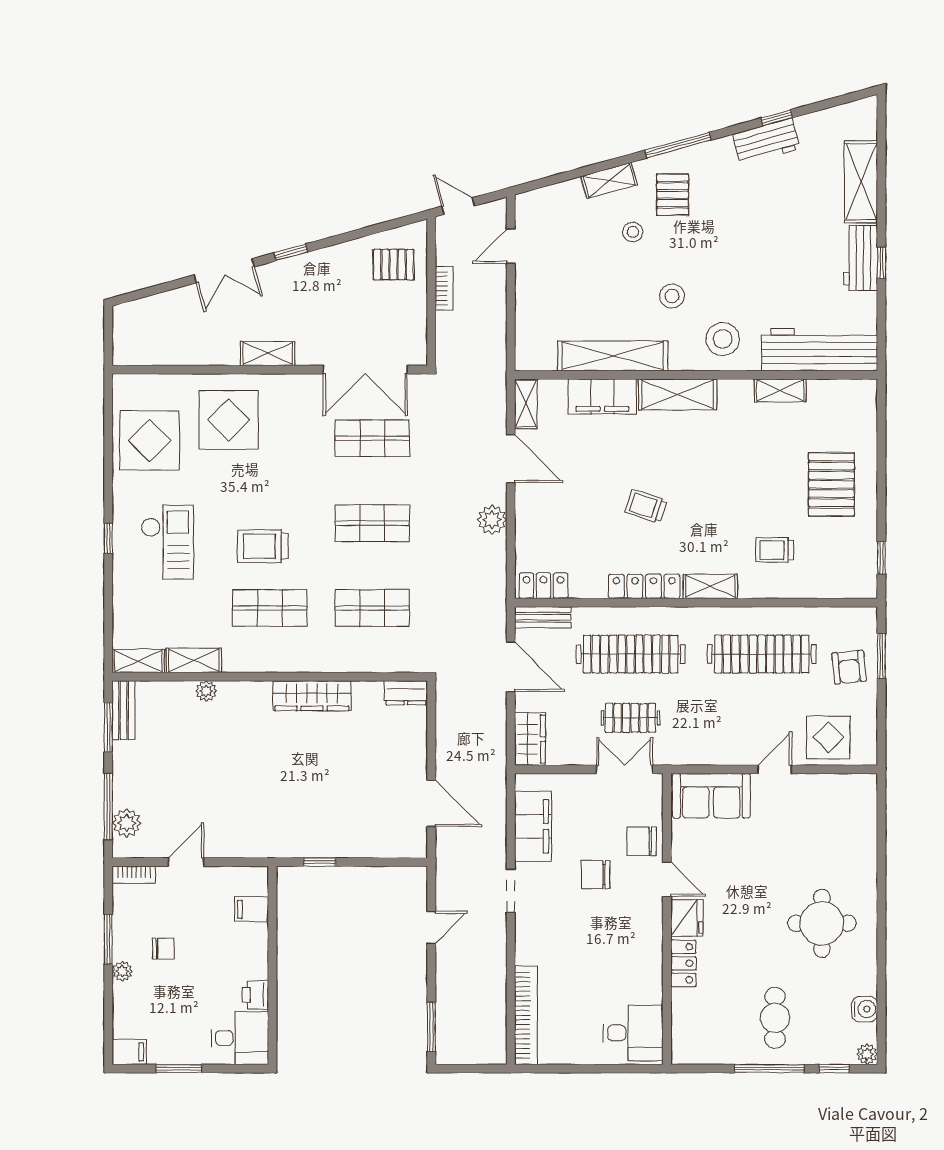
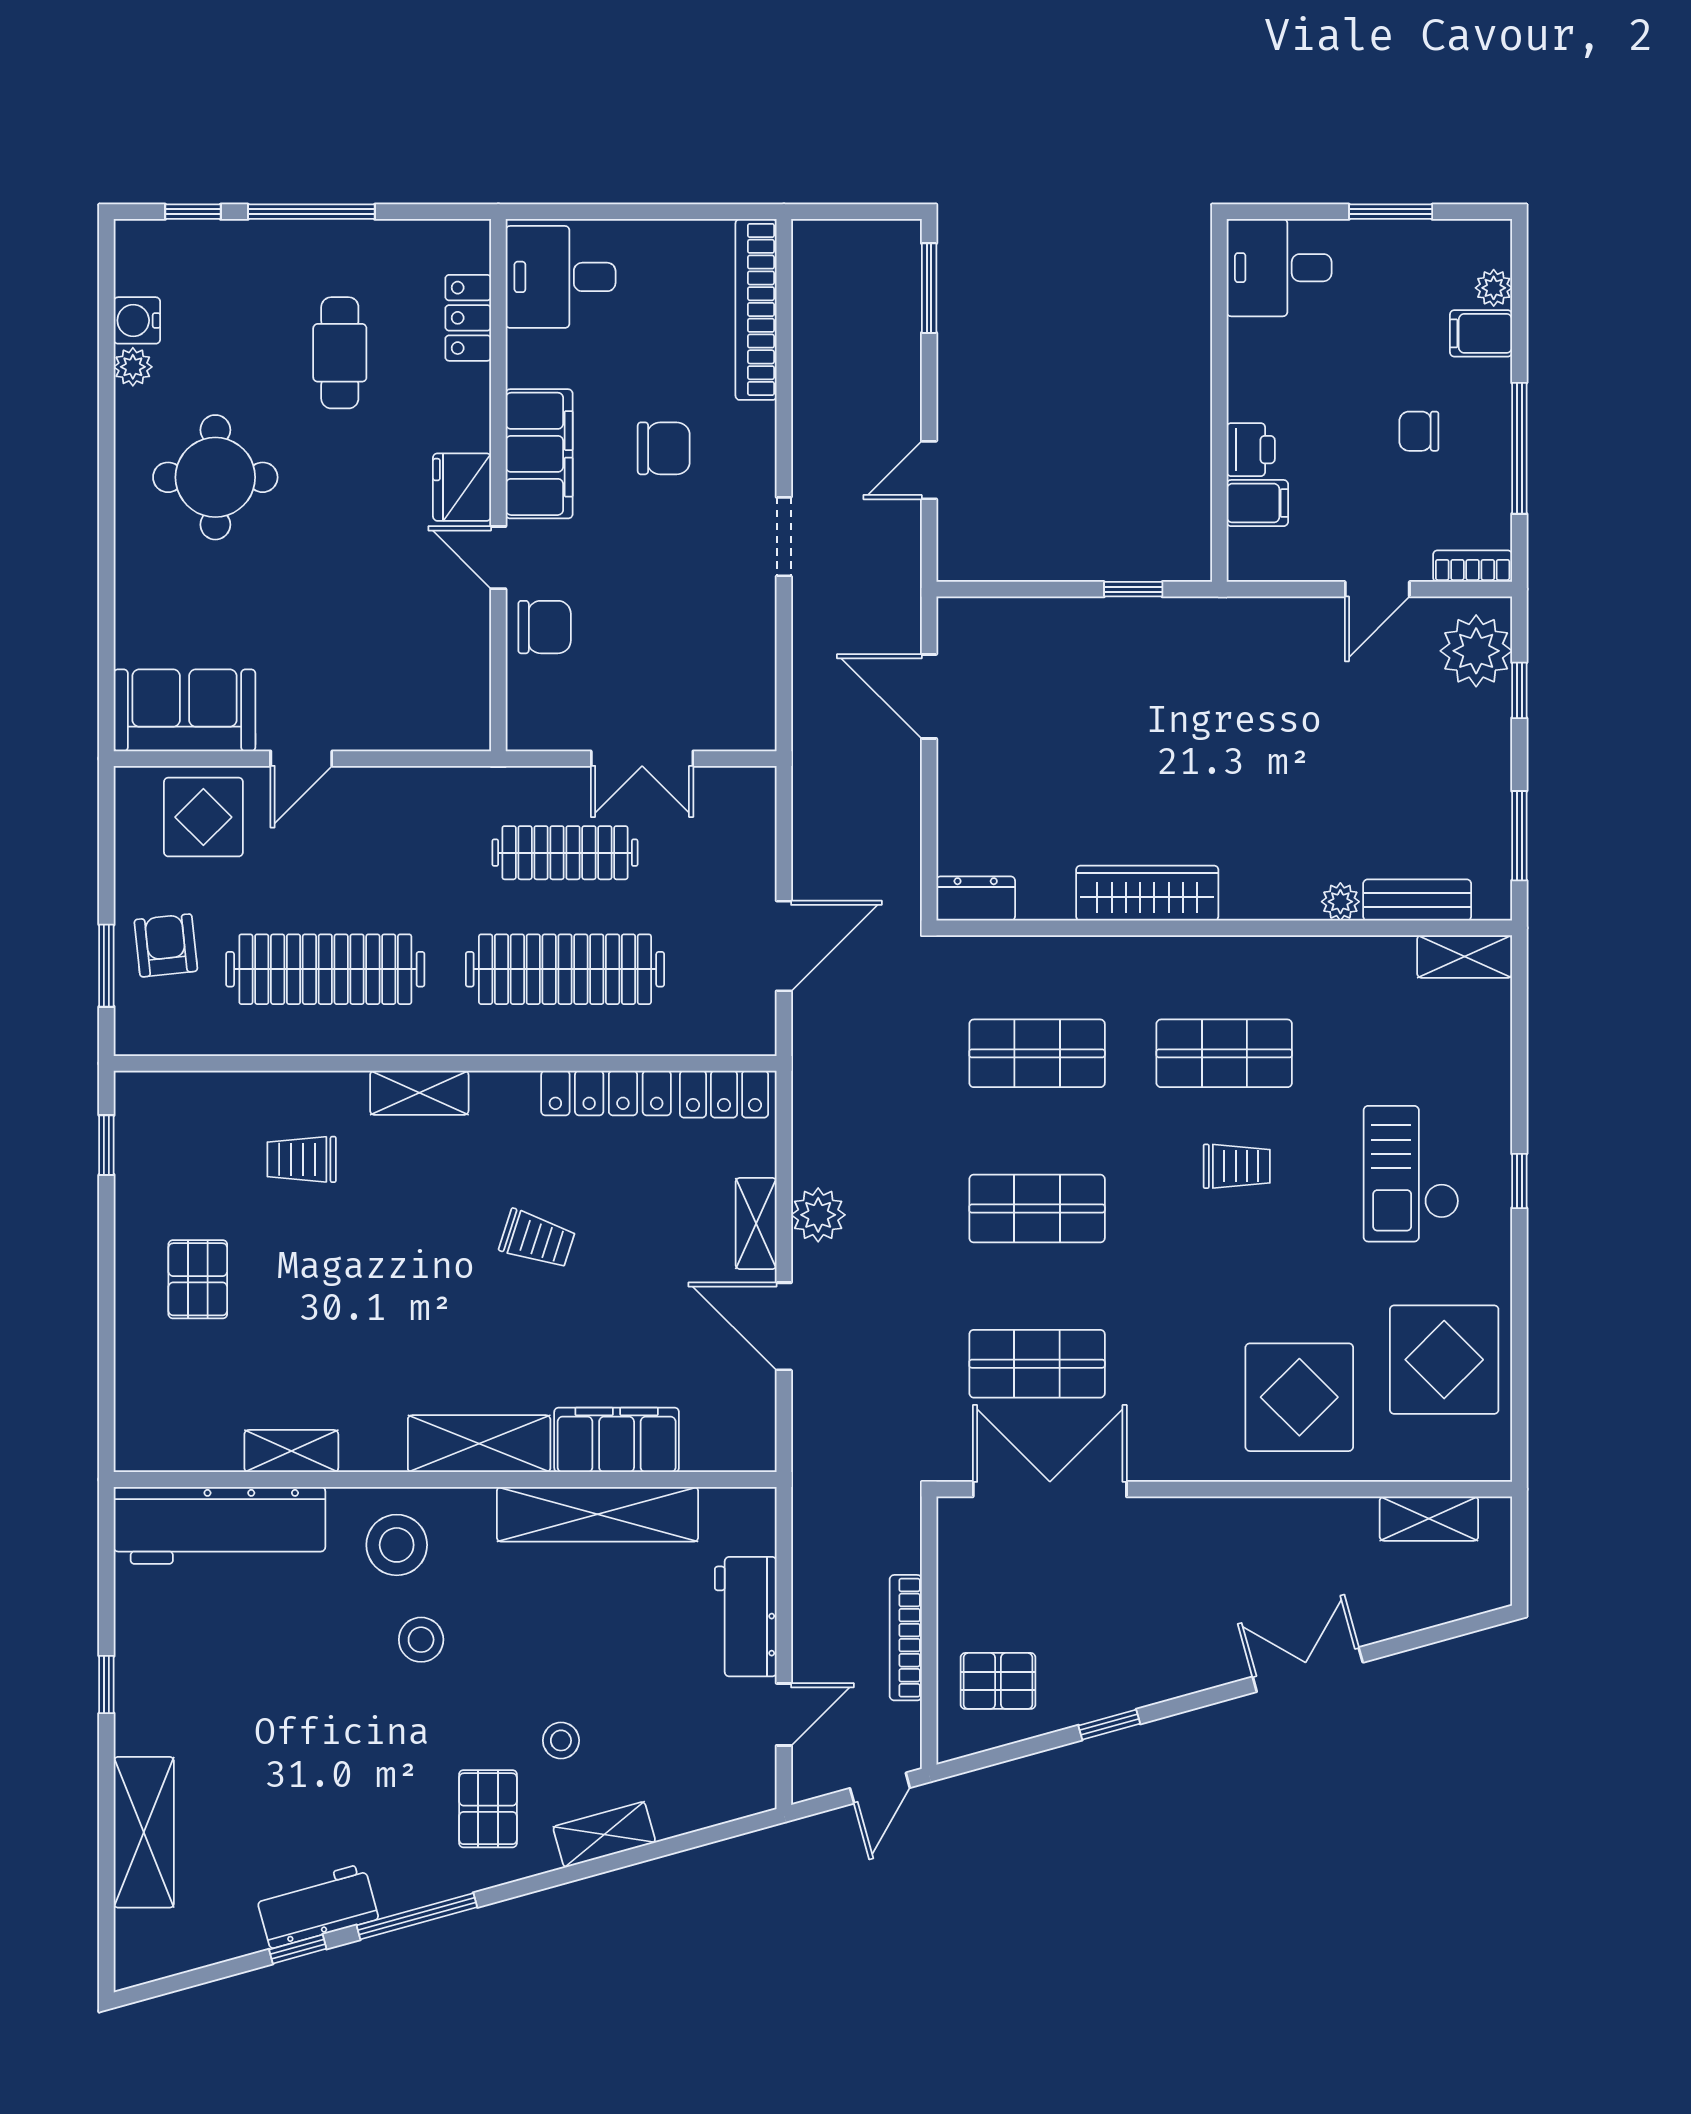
window: (678, 145) -> (417, 1916), moved
door: (458, 206) -> (880, 1788), hinge flipped
window: (291, 252) -> (1109, 1725), moved
workbench: (861, 258) -> (746, 1617), moved, turned 180
bookcase: (444, 288) -> (906, 1638), width x1.56
stool: (672, 296) -> (421, 1640), moved
shelving: (268, 353) -> (1429, 1519), moved
shelving: (526, 404) -> (756, 1223), moved
pallet: (831, 484) -> (198, 1279), width x0.67, depth x0.71
trolley: (263, 546) -> (1237, 1166), width x0.73, depth x0.72
trolley: (775, 550) -> (302, 1159), turned 180
locker: (644, 586) -> (606, 1093), moved
bench: (543, 617) -> (725, 1036), removed
shelving: (194, 660) -> (1363, 958), removed
door: (511, 667) -> (784, 946), swing flipped
bench: (124, 710) -> (1417, 900), moved, turned 90
clothes rail: (631, 718) -> (565, 853), width x1.36
wardrobe: (530, 739) -> (749, 814), removed
double door: (625, 769) -> (642, 759), moved
sofa: (711, 796) -> (184, 710), moved
window: (108, 807) -> (1519, 690), width x0.46
plant: (127, 823) -> (1476, 651), width x1.36, depth x1.36
filing cabinet: (533, 826) -> (539, 454), moved, turned 180
chair: (595, 875) -> (664, 448), moved
window: (108, 939) -> (1519, 448), width x1.44
locker: (683, 963) -> (468, 318), moved
plant: (122, 971) -> (1494, 288), moved
printer: (255, 995) -> (1251, 450), moved
cafe table: (775, 1018) -> (340, 353), moved
filing cabinet: (129, 1052) -> (1481, 333), moved
plant: (867, 1054) -> (133, 367), moved

